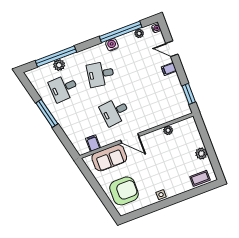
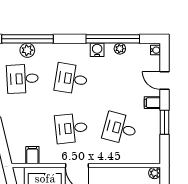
plant: (139, 33) -> (120, 49), moved
window: (189, 94) -> (164, 122), moved
desk: (152, 98) -> (120, 128), added
plant: (168, 130) -> (154, 173), moved

